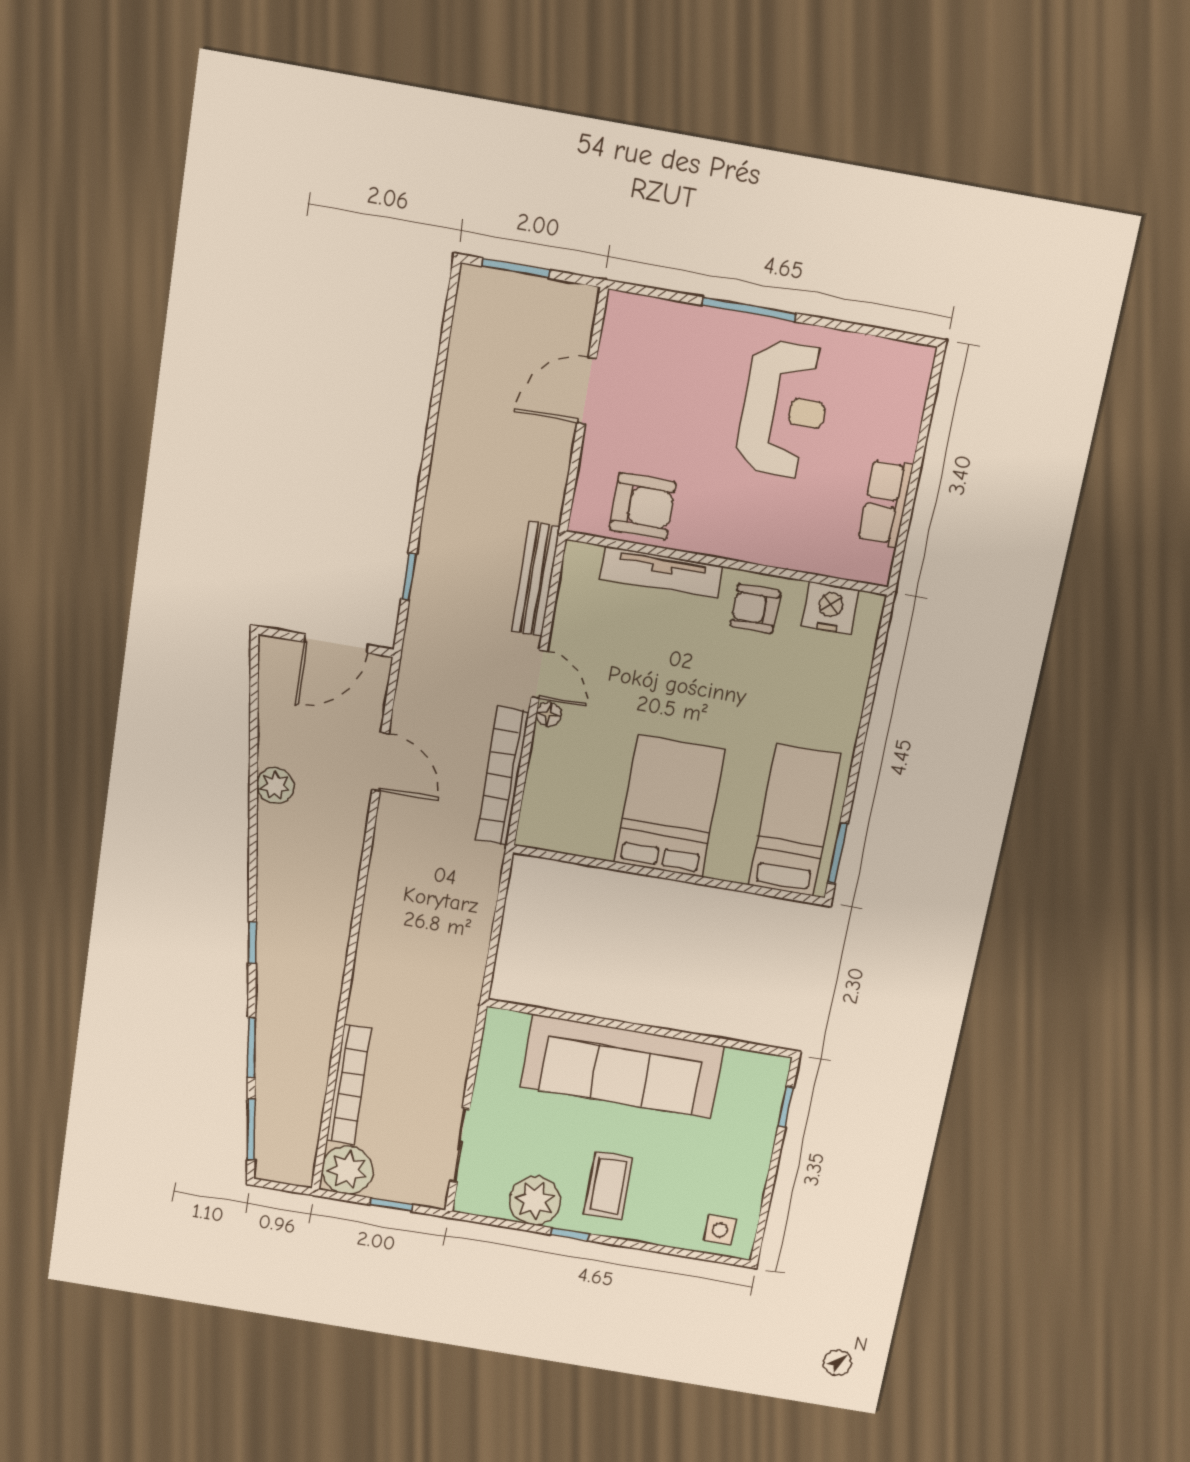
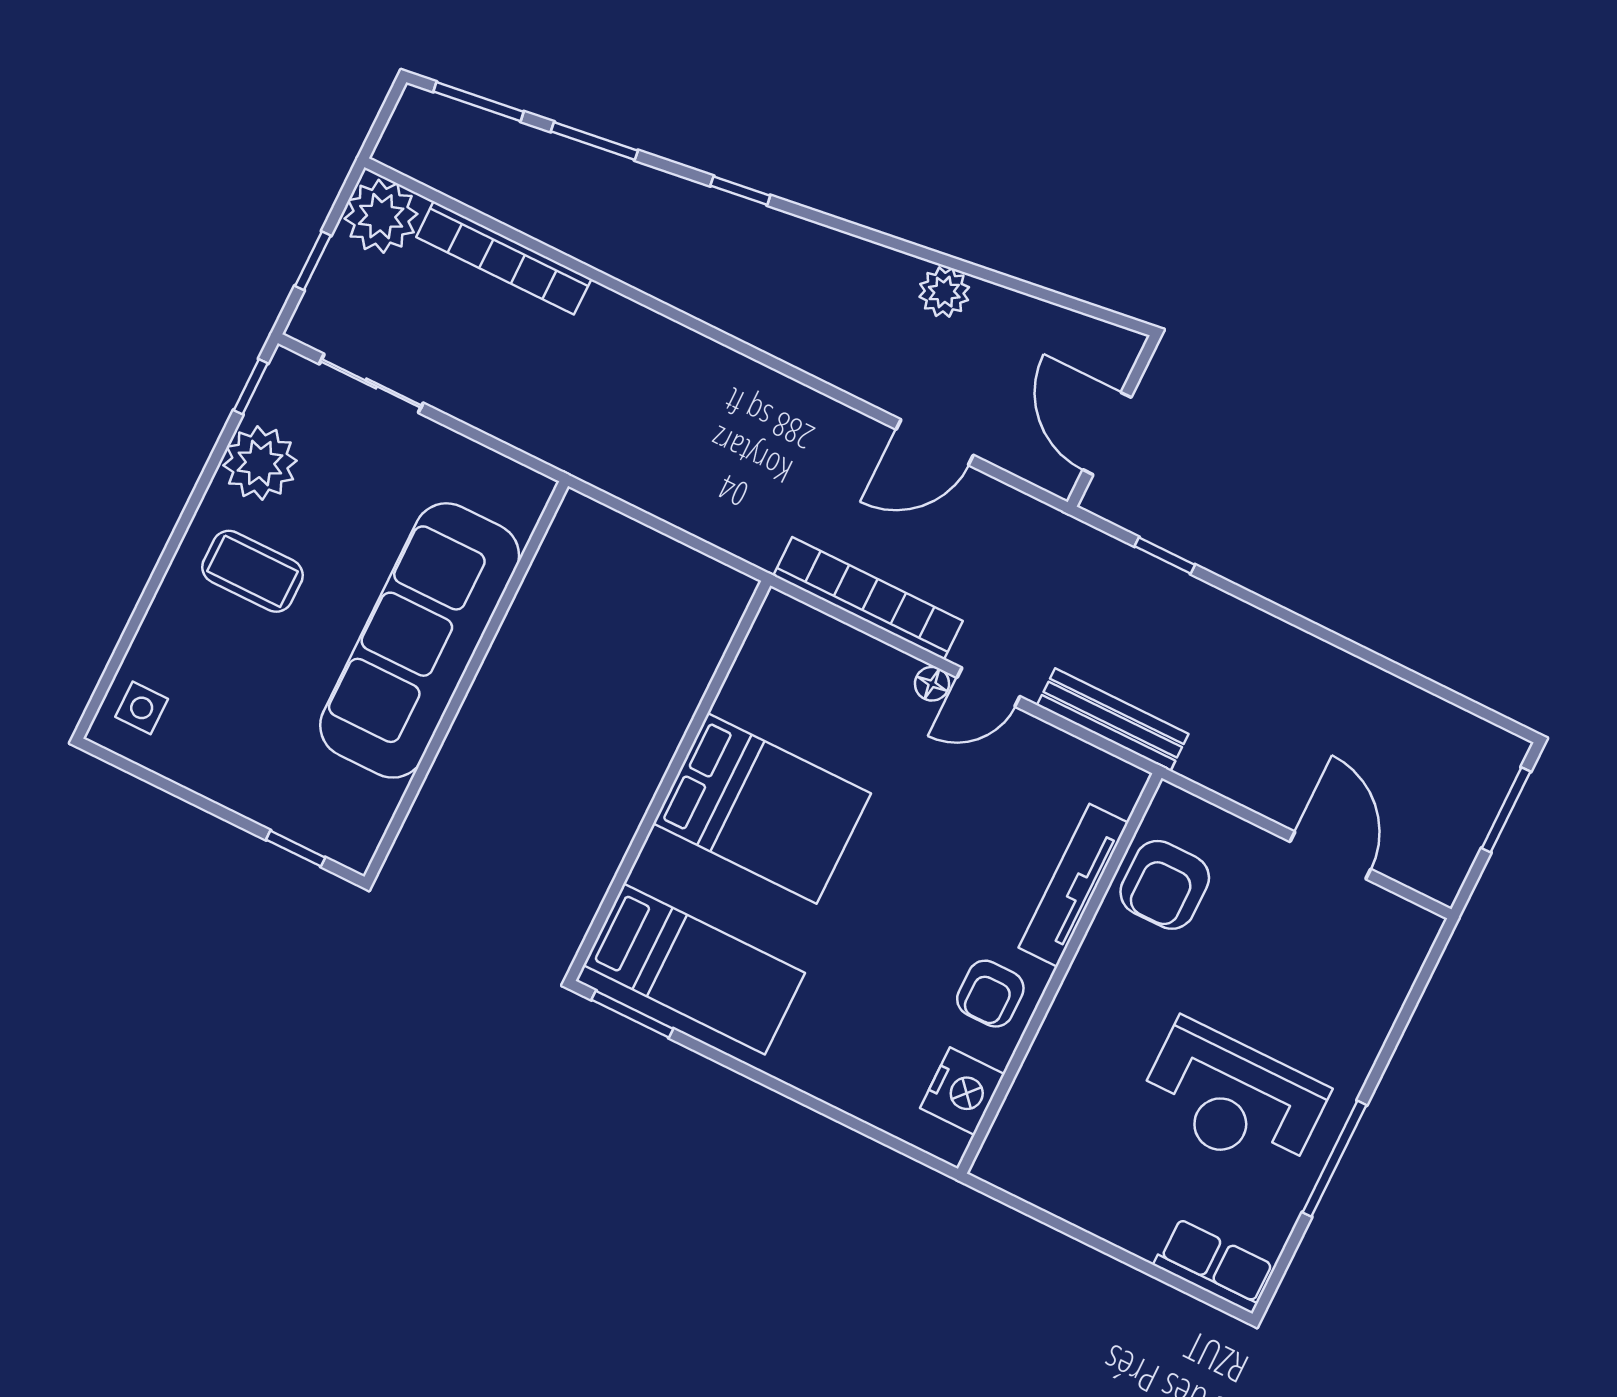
window: (749, 309) -> (1334, 1159), moved
row of seats: (885, 503) -> (1214, 1266), moved
armchair: (755, 609) -> (990, 994), turned 180
window: (570, 1234) -> (251, 387), moved

